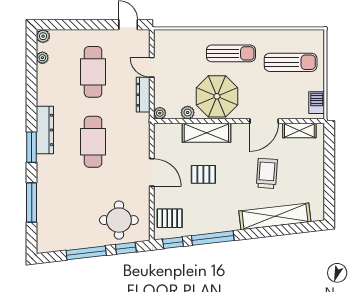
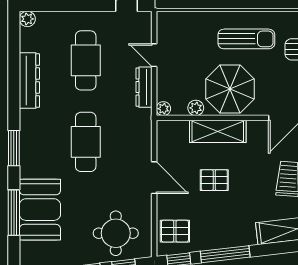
plant: (42, 58) -> (27, 44), removed
dresser: (45, 130) -> (29, 80), moved
booth: (54, 200) -> (40, 210), added

